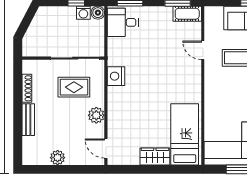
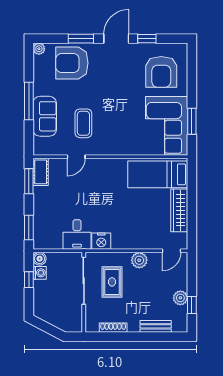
desk: (123, 22) -> (77, 234), moved
bench: (28, 120) -> (156, 326), moved
wardrobe: (155, 156) -> (179, 210), width x1.50
window: (50, 169) -> (192, 305), added

